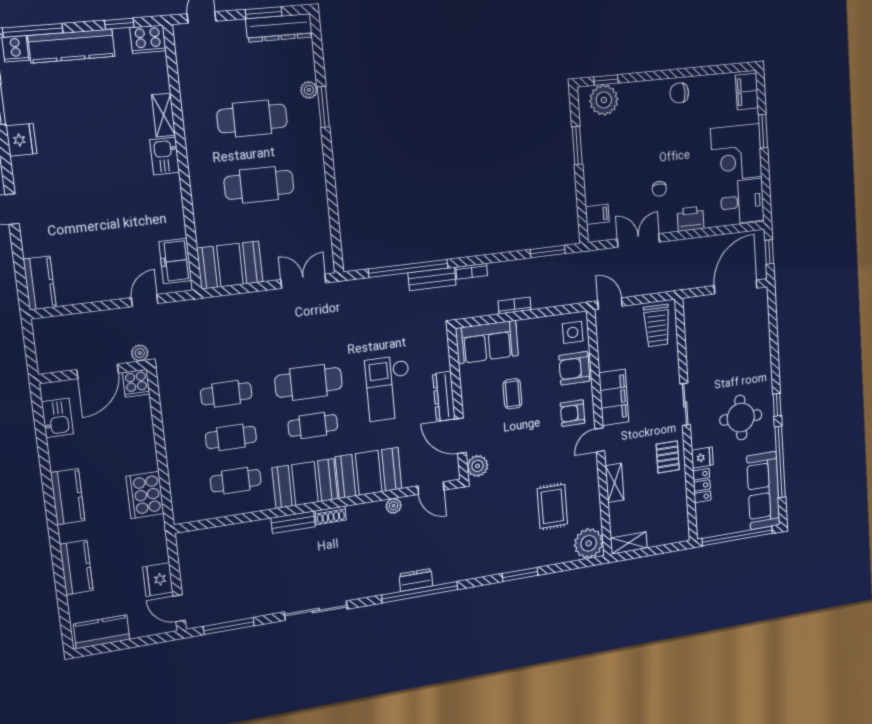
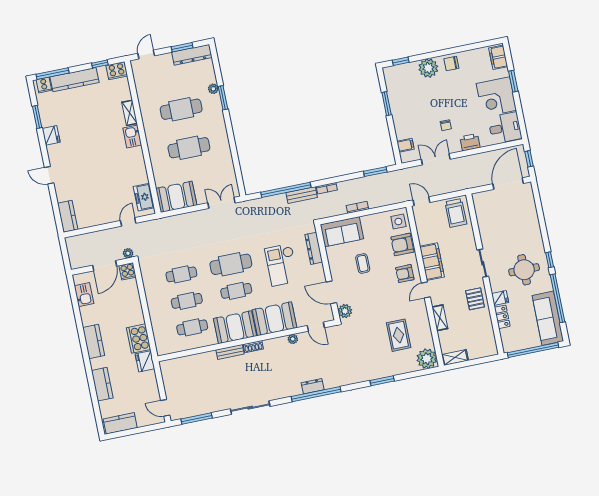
plant: (604, 100) -> (428, 68), moved
dresser: (444, 396) -> (314, 248), moved
fridge: (158, 580) -> (145, 361), moved

